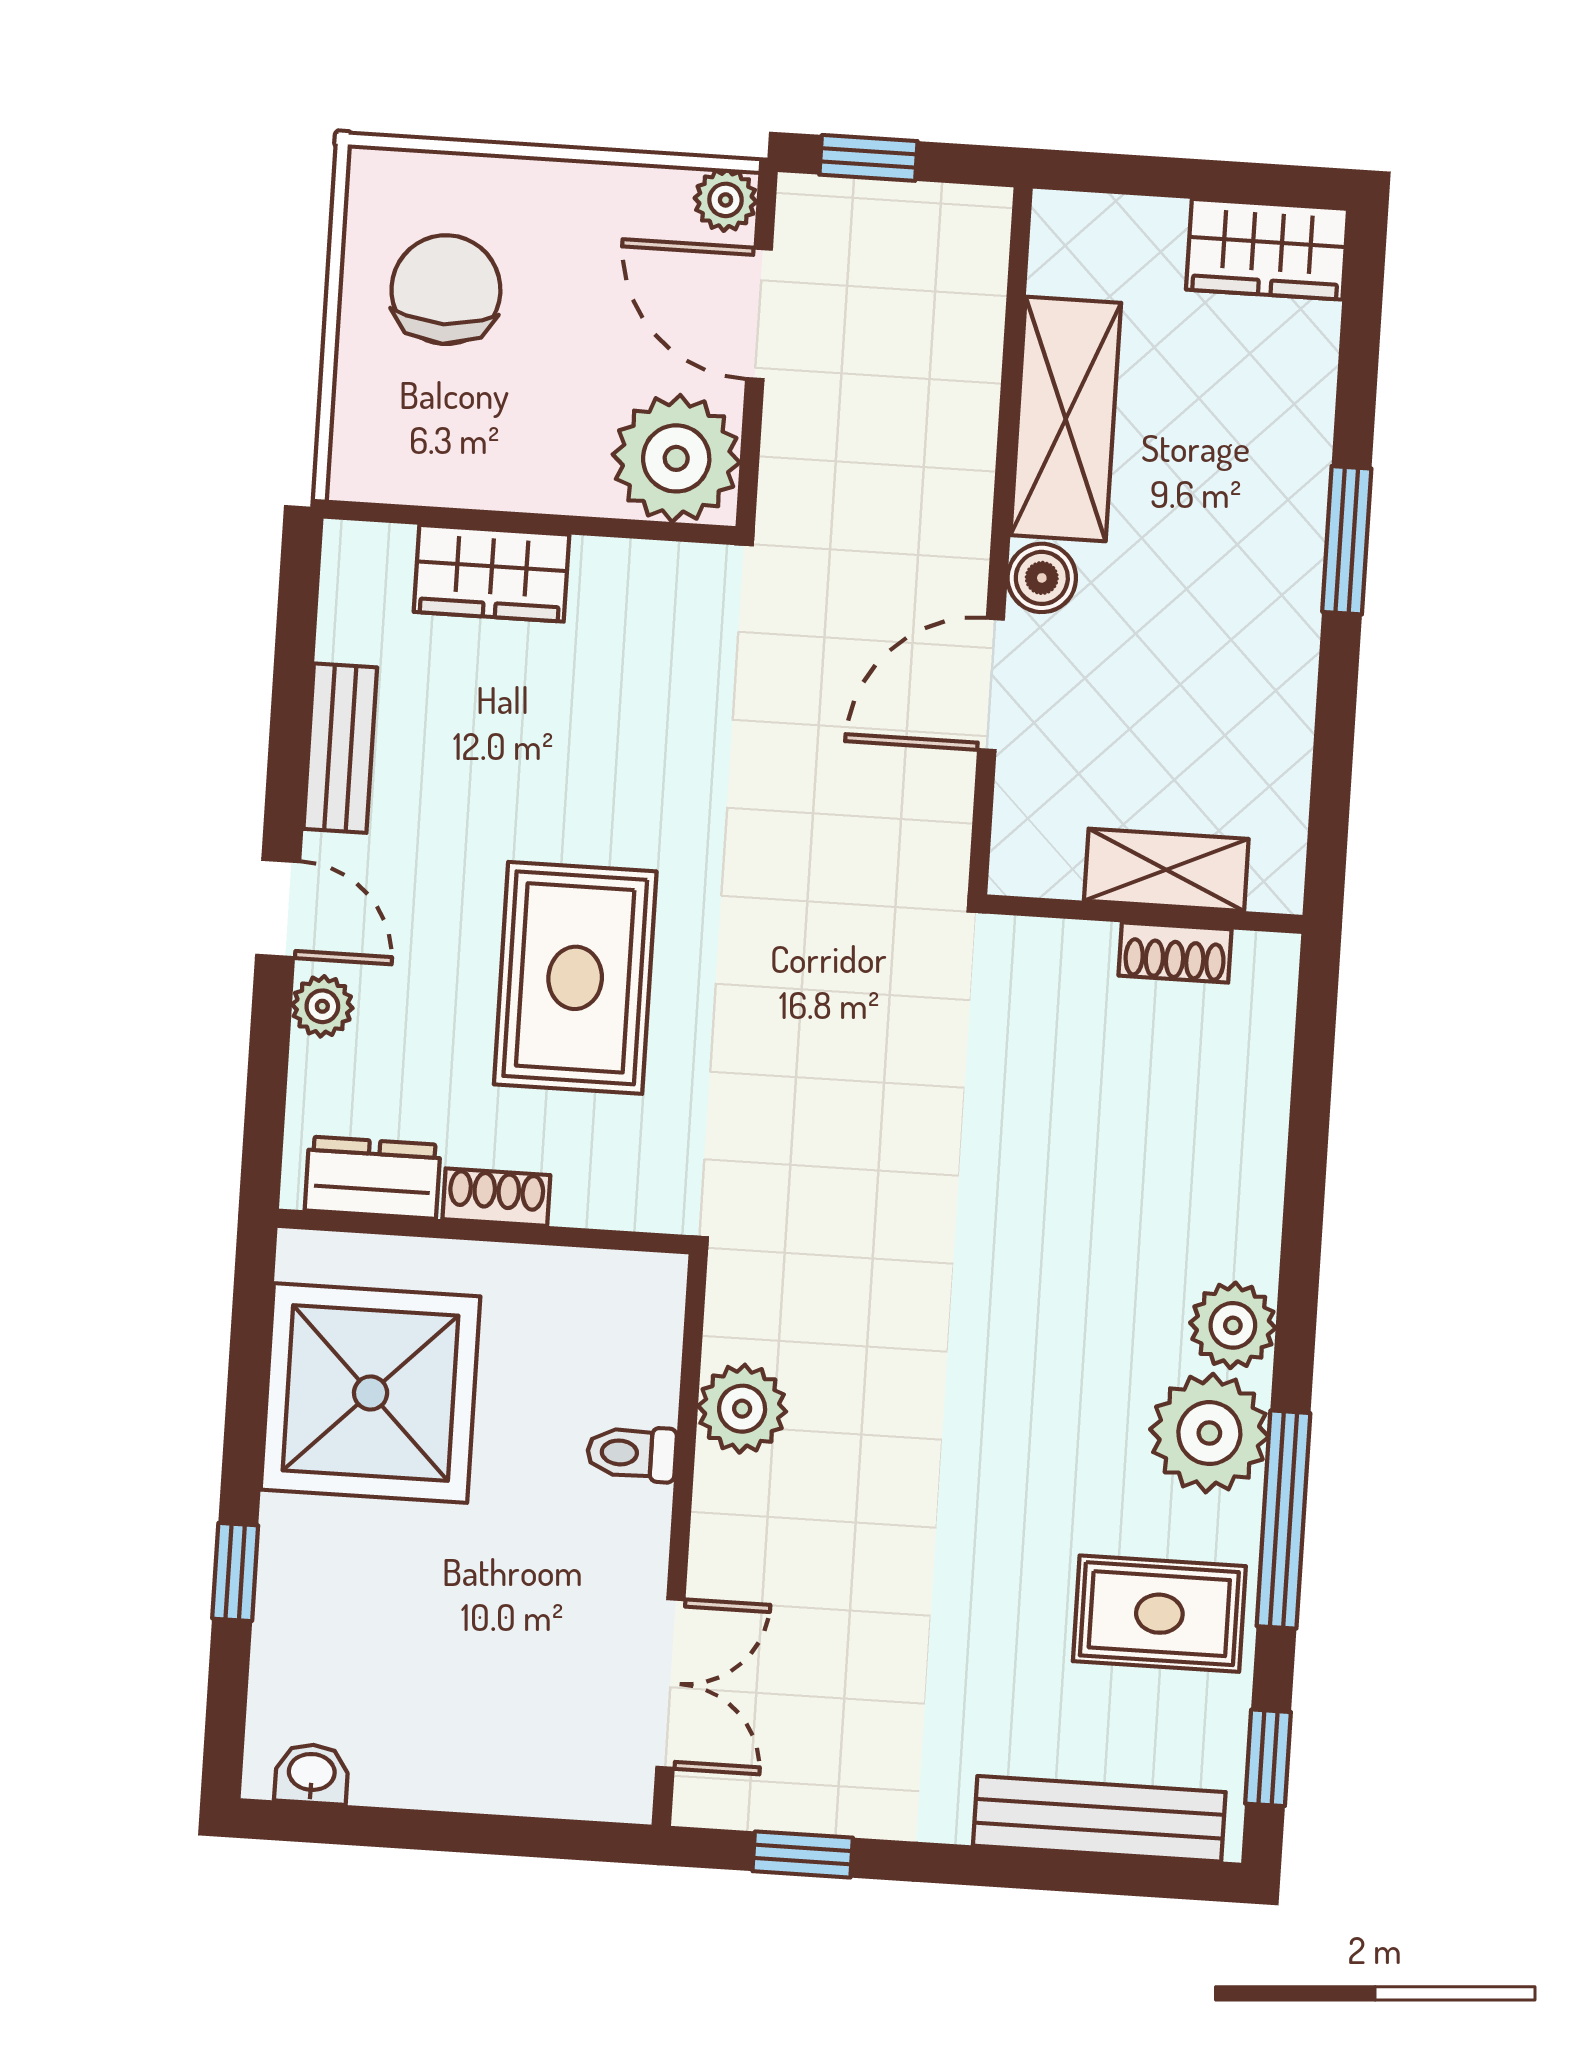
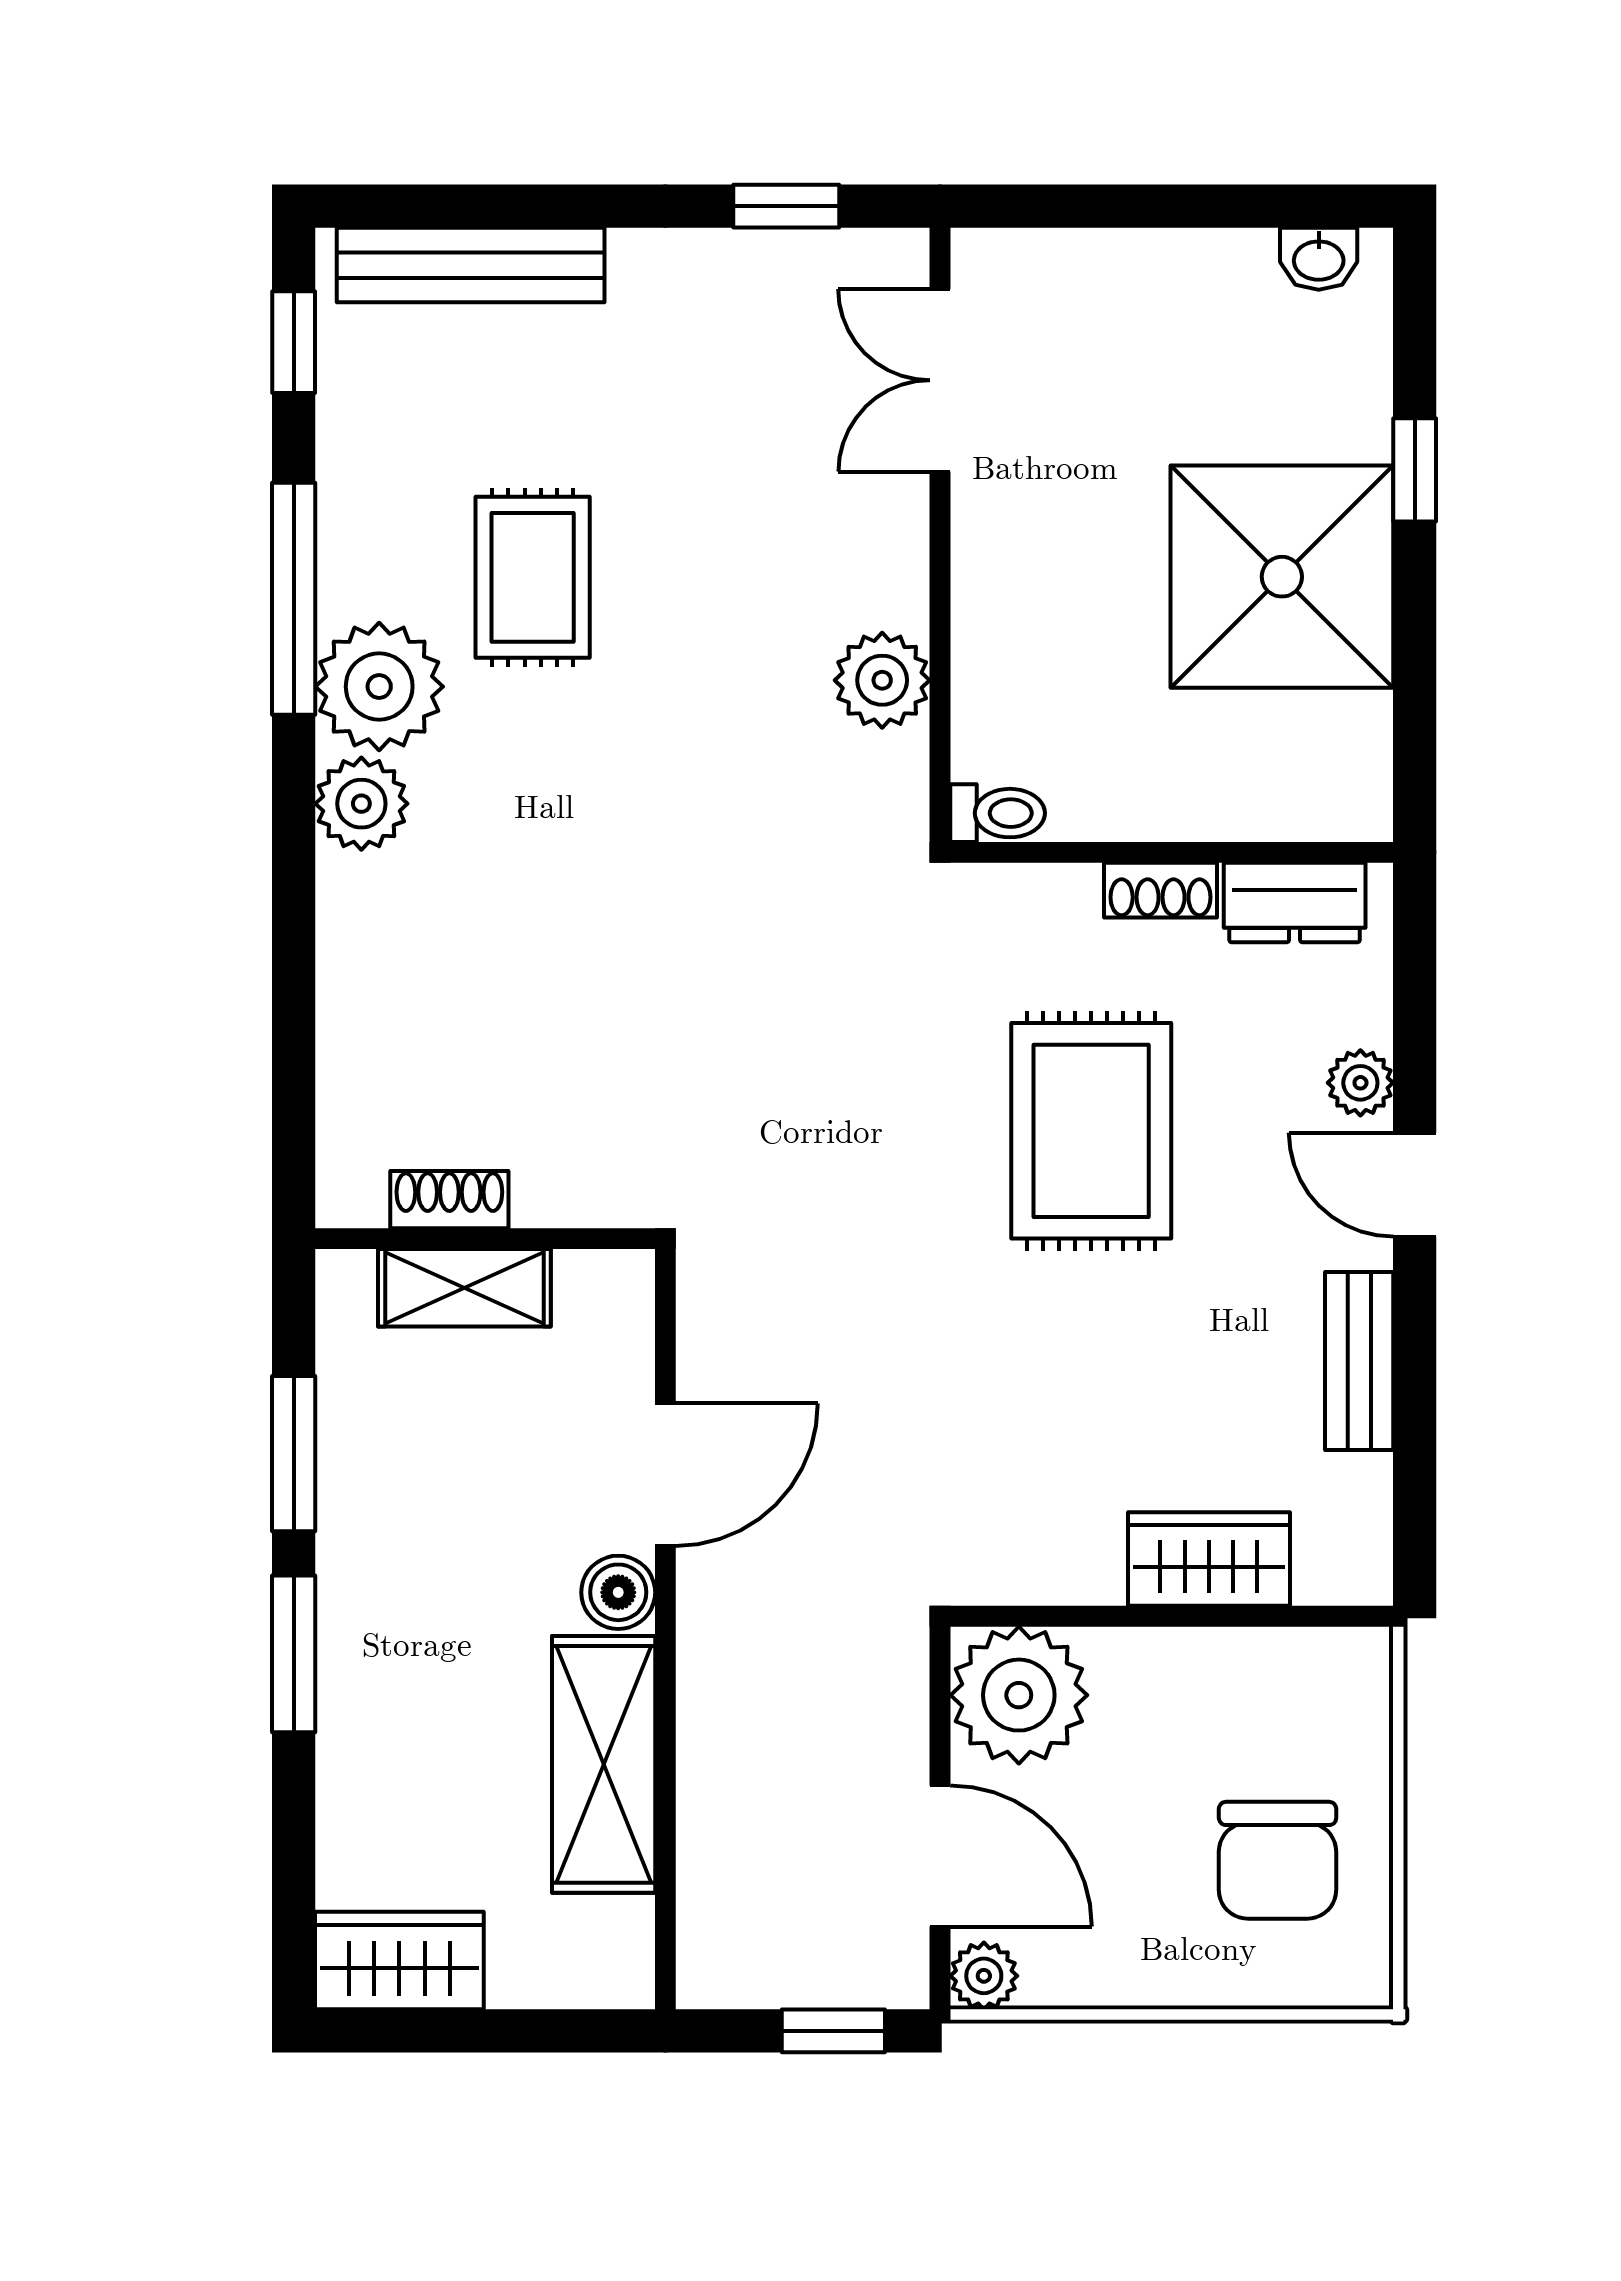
window: (1335, 726) -> (294, 1454), added
shower: (371, 1393) -> (1282, 577), moved
toilet: (632, 1453) -> (998, 813), moved
rug: (1159, 1614) -> (533, 577), moved, turned 90

